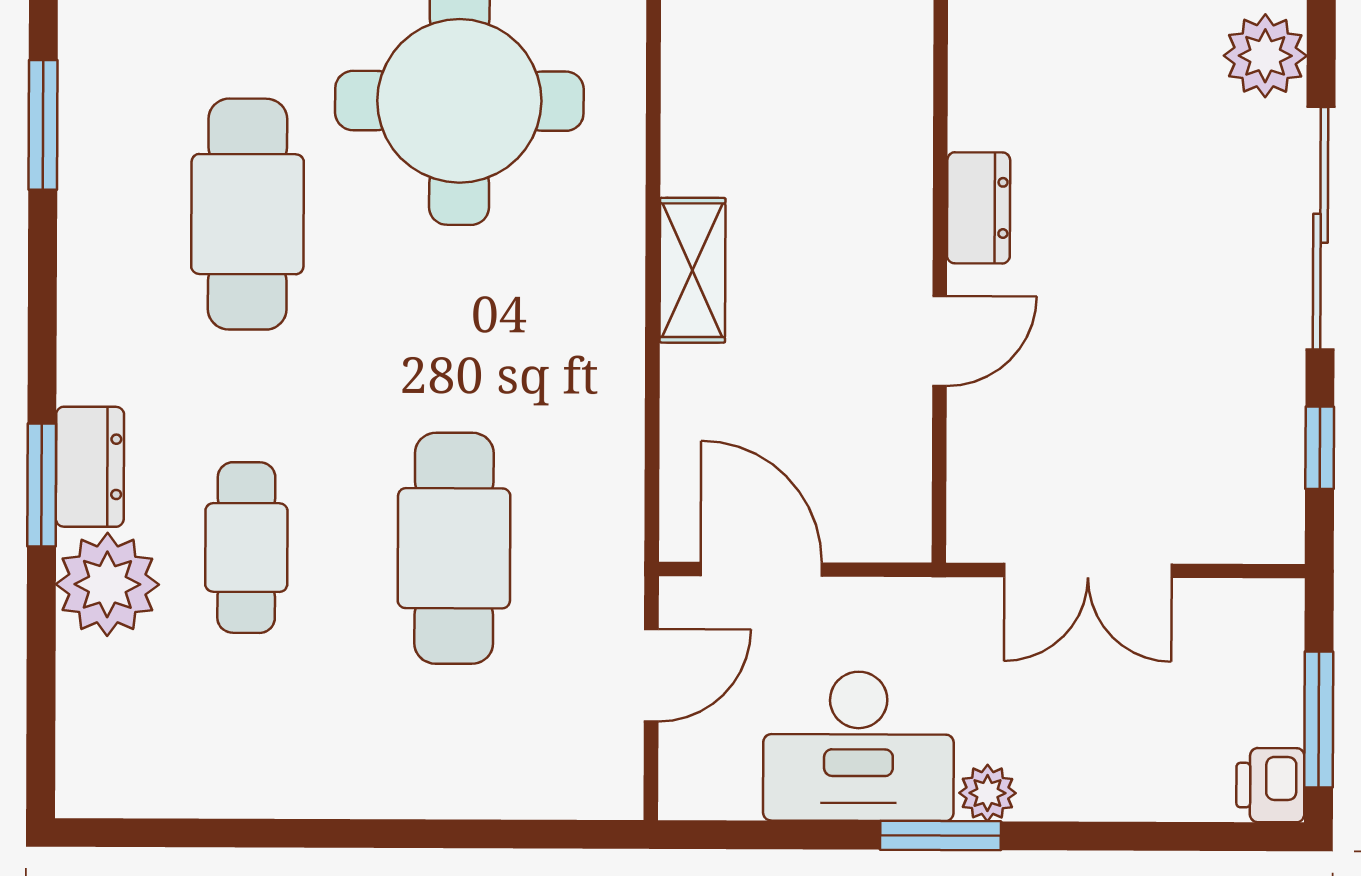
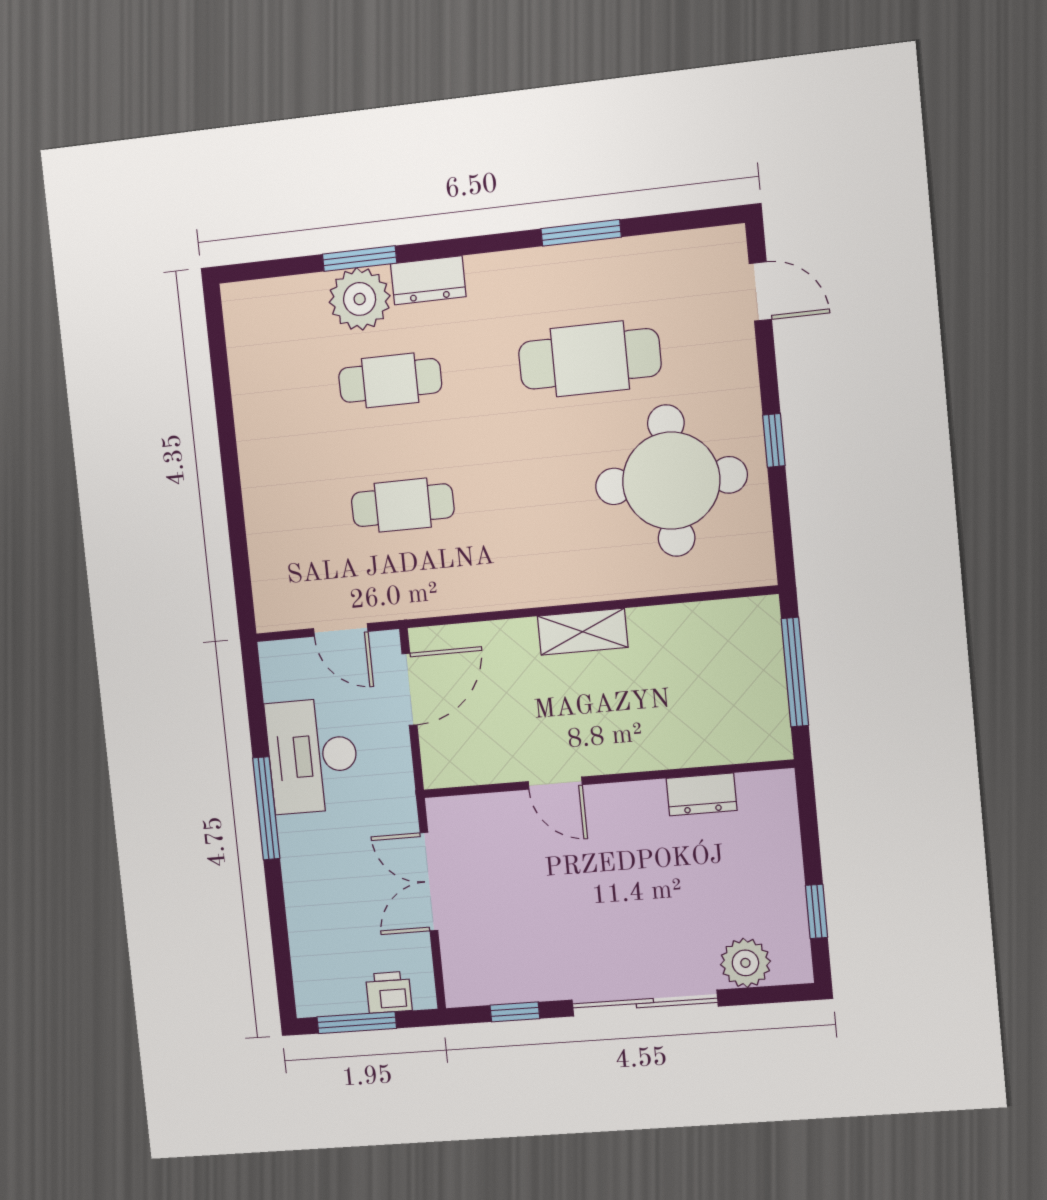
window: (43, 125) -> (581, 233), moved
dresser: (979, 208) -> (702, 794), moved
window: (42, 485) -> (360, 259), moved
cafe table: (454, 548) -> (403, 505), width x0.73, depth x0.74
printer: (1270, 785) -> (389, 992), moved
plant: (987, 793) -> (294, 834), removed
window: (940, 836) -> (266, 808), width x1.44

